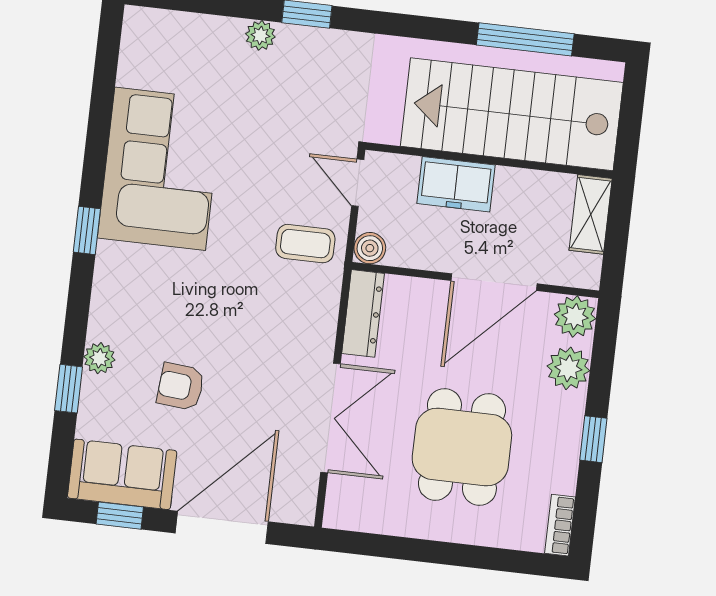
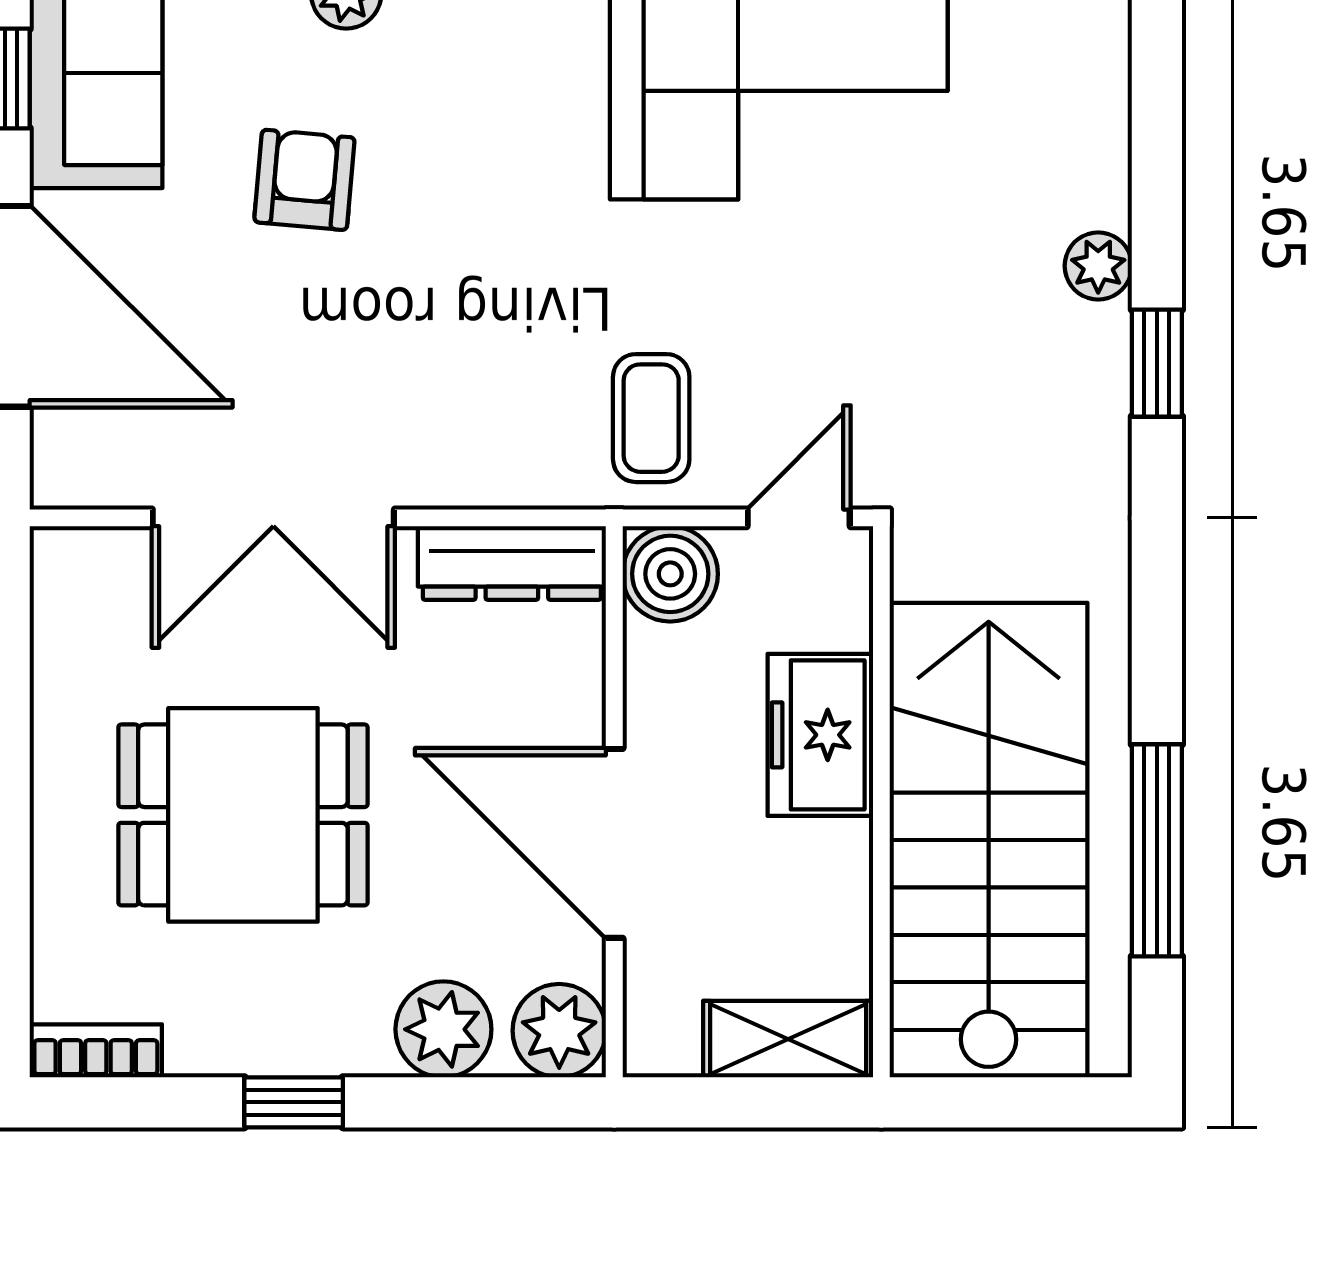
boiler: (370, 248) -> (670, 574), width x1.36, depth x1.36

